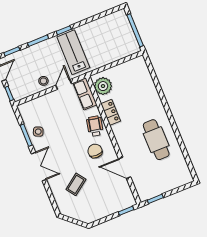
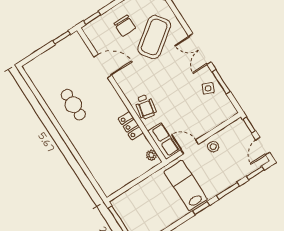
lab bench: (73, 52) -> (186, 185), turned 180
door: (64, 85) -> (190, 147), swing flipped
plant: (103, 86) -> (151, 155), width x0.53, depth x0.53
cafe table: (156, 140) -> (73, 105), width x0.73, depth x0.74
chair: (95, 151) -> (125, 26), moved
coffee table: (76, 184) -> (154, 37), width x1.86, depth x1.72

